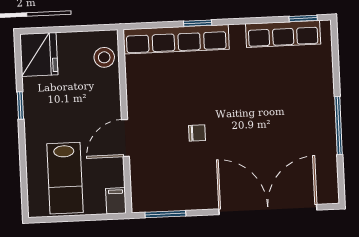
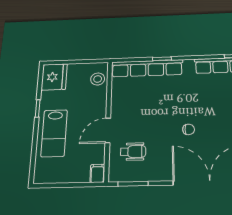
chair: (197, 133) -> (189, 129), moved
wheelchair: (163, 169) -> (133, 152), added
lab bench: (65, 178) -> (54, 133), moved

